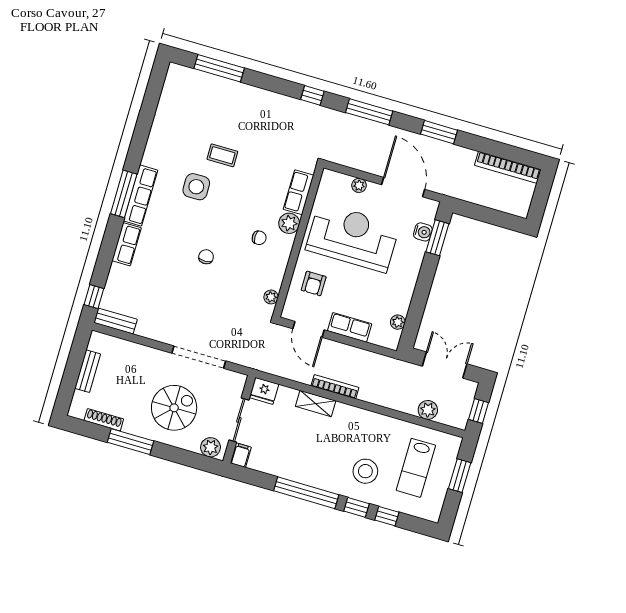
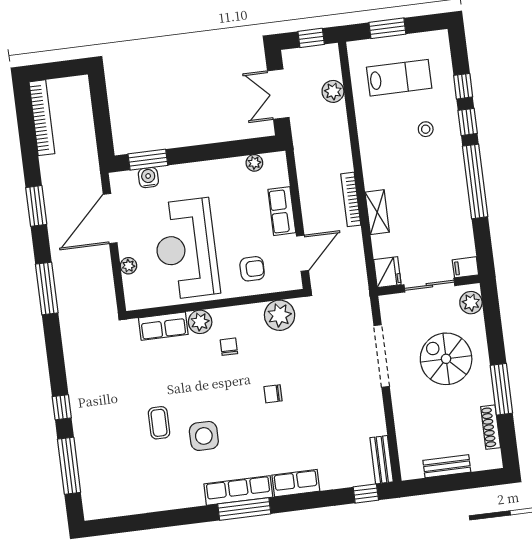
window: (312, 95) -> (62, 407), moved
plant: (271, 297) -> (280, 315), width x1.88, depth x1.88
stool: (365, 471) -> (426, 129), width x0.53, depth x0.53

